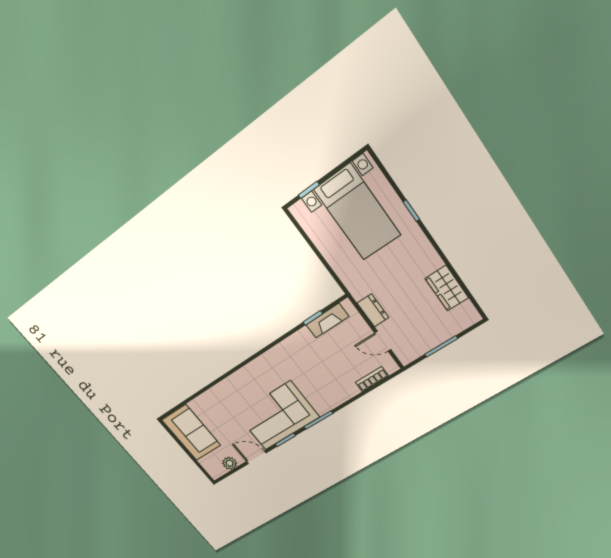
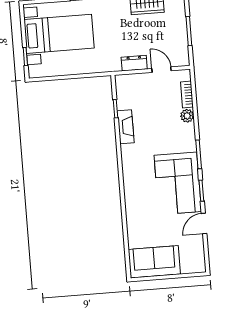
fireplace: (327, 321) -> (126, 127), moved
door: (383, 341) -> (162, 70), swing flipped
plant: (230, 463) -> (187, 116), moved

